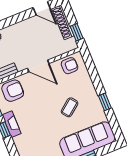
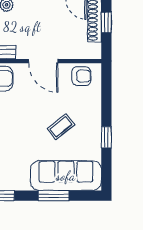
window: (77, 32) -> (106, 22), moved

